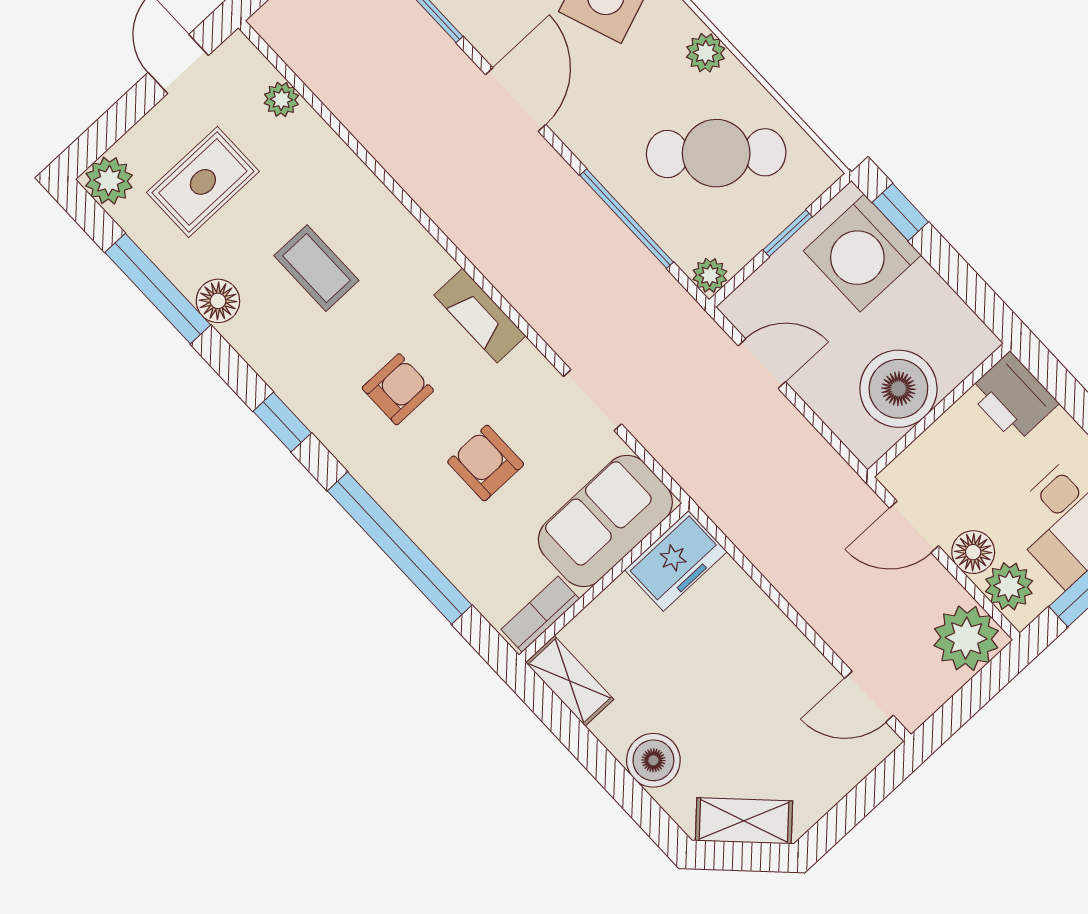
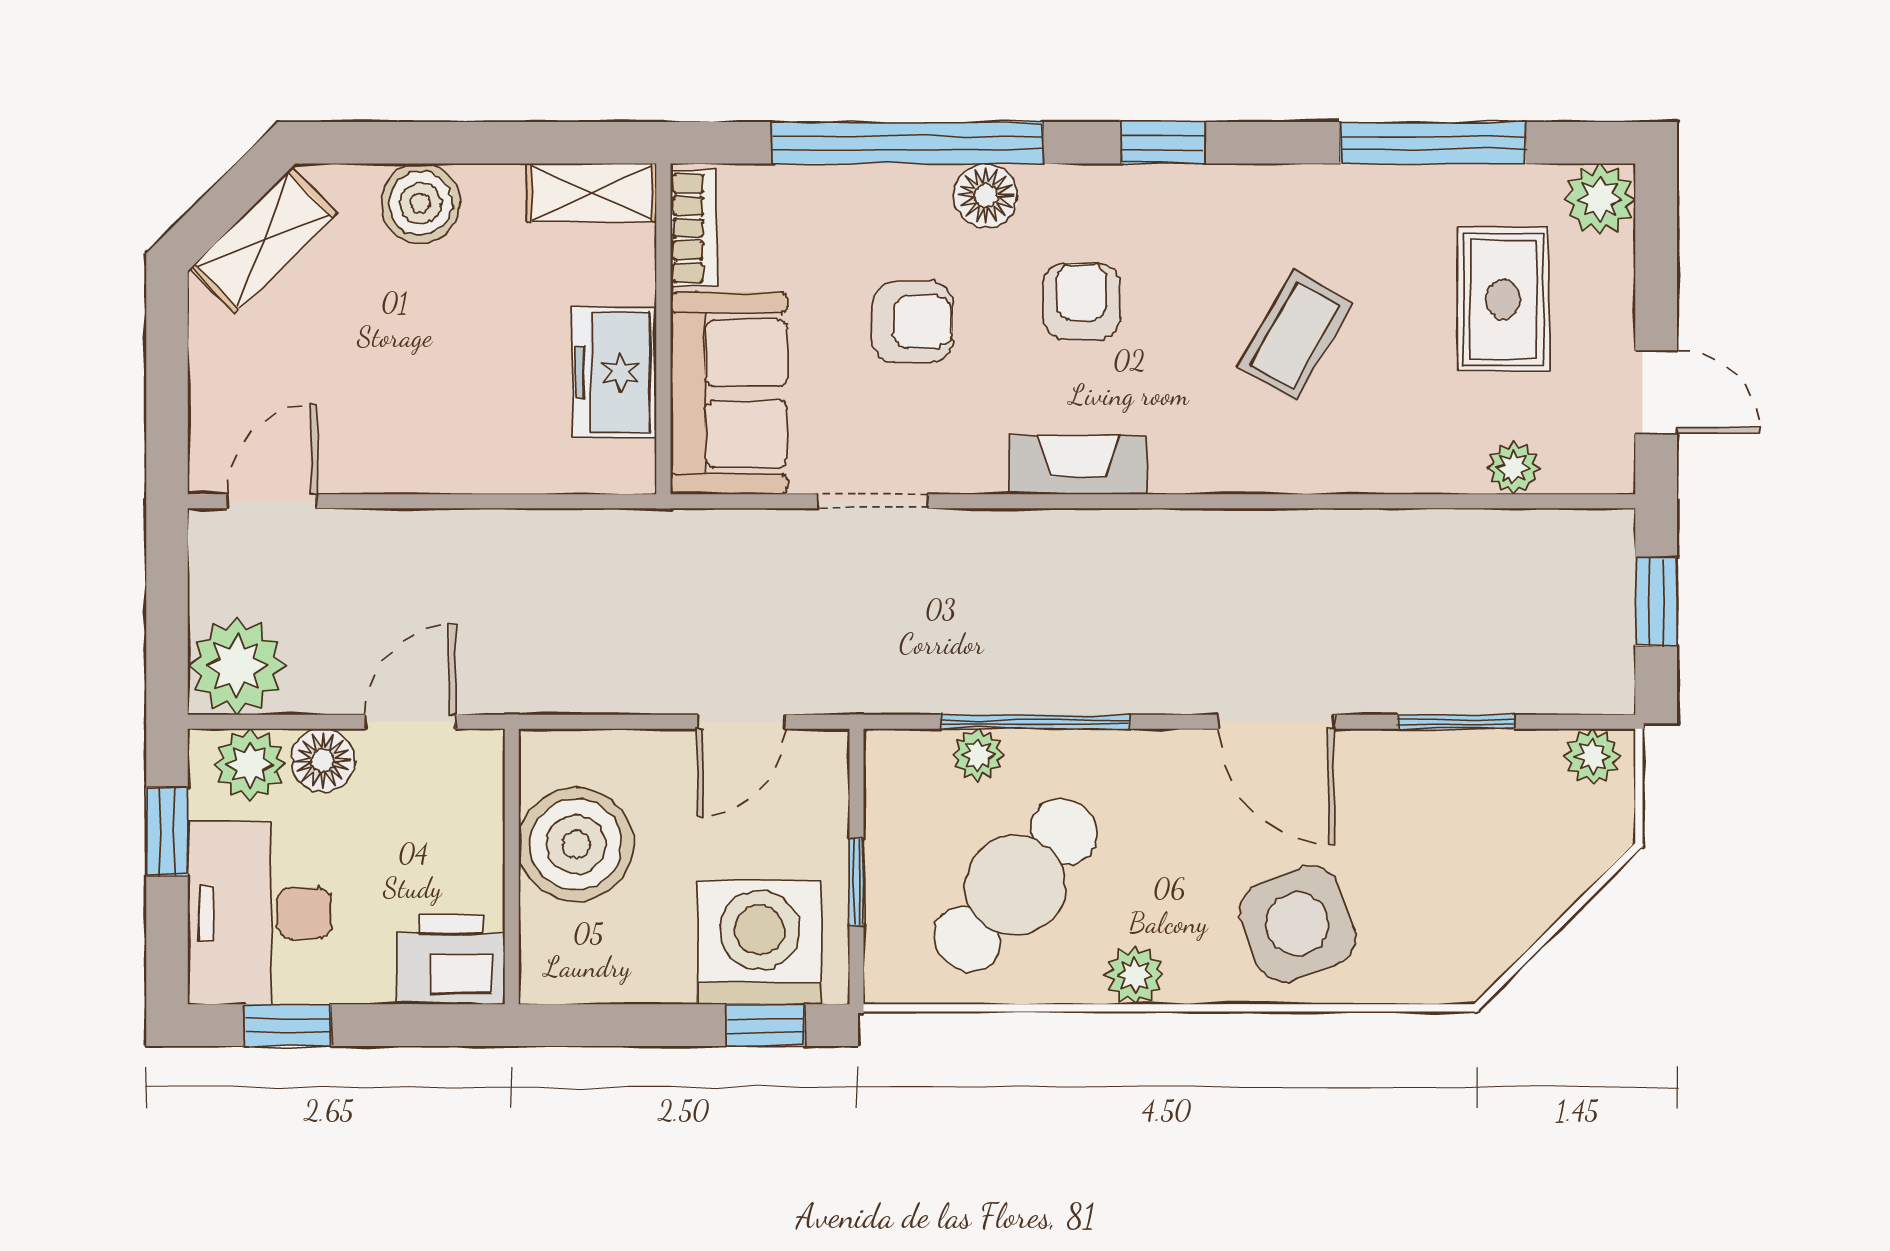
coffee table: (316, 268) -> (1295, 336), turned -60
plant: (710, 275) -> (978, 755), moved
floor lamp: (218, 301) -> (986, 196), moved
armchair: (398, 389) -> (1081, 301), turned 180
freezer: (676, 561) -> (614, 372), moved

